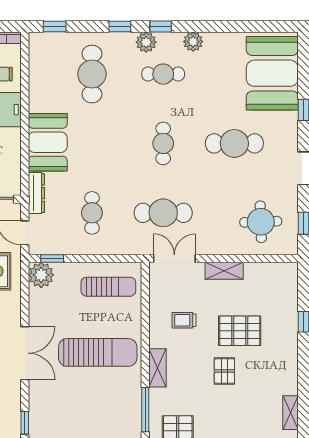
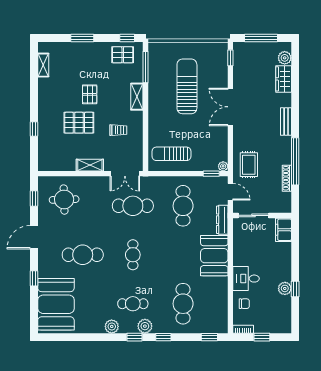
cafe table: (92, 213) -> (183, 206), width x1.37, depth x1.35
plant: (41, 275) -> (223, 166), width x0.53, depth x0.53
sun lounger: (98, 352) -> (187, 86), moved, turned 90

